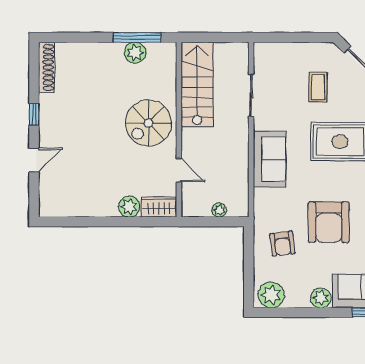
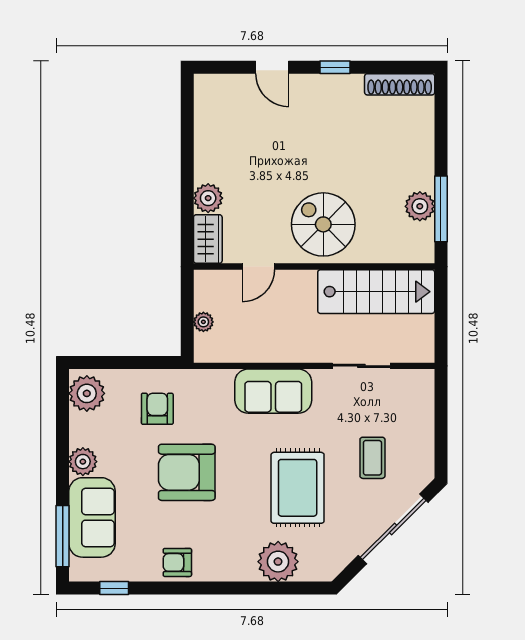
coffee table: (318, 87) -> (372, 458), turned 90
armchair: (282, 244) -> (157, 409), turned 97

